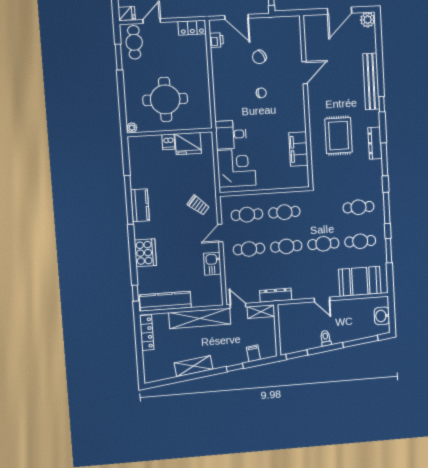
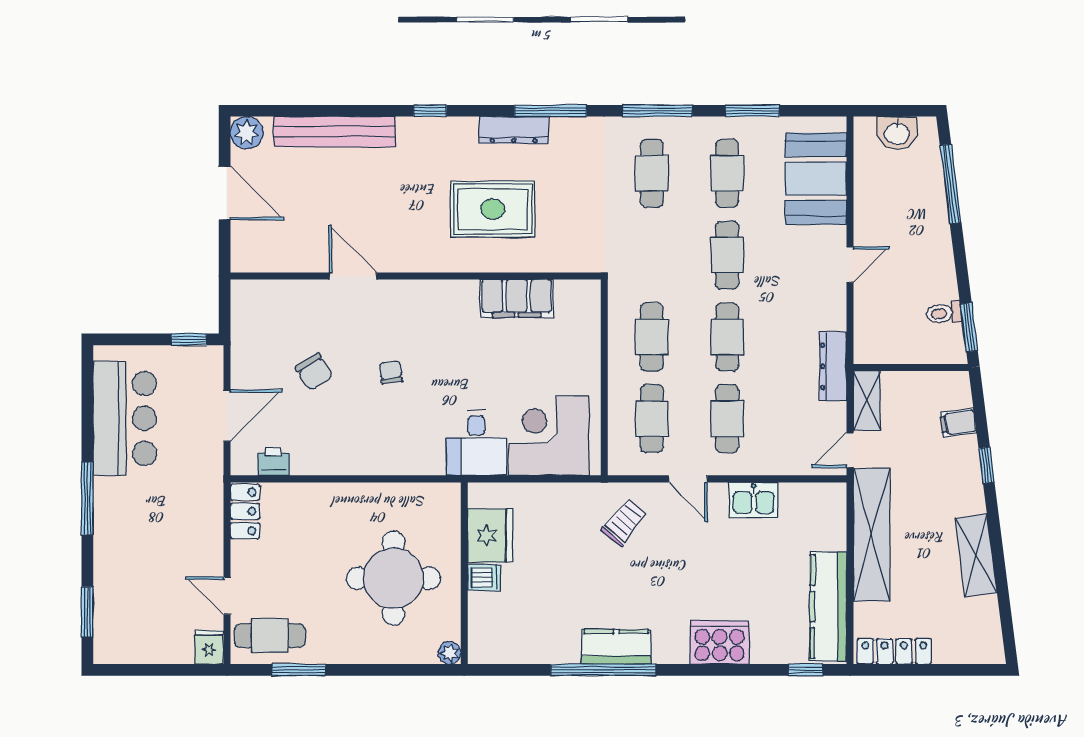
bench: (371, 81) -> (335, 132), moved
toilet: (326, 338) -> (944, 313), moved

